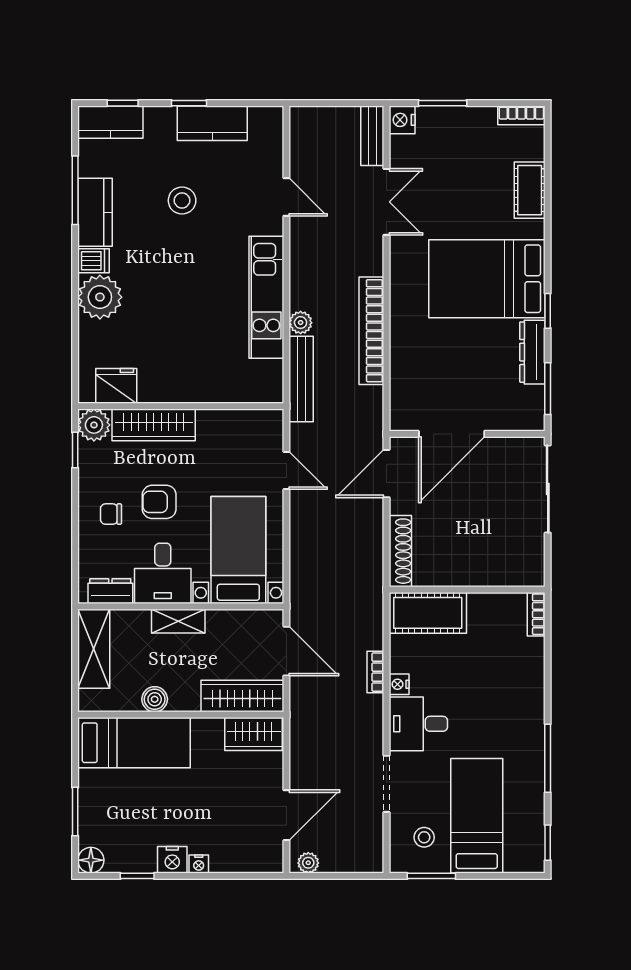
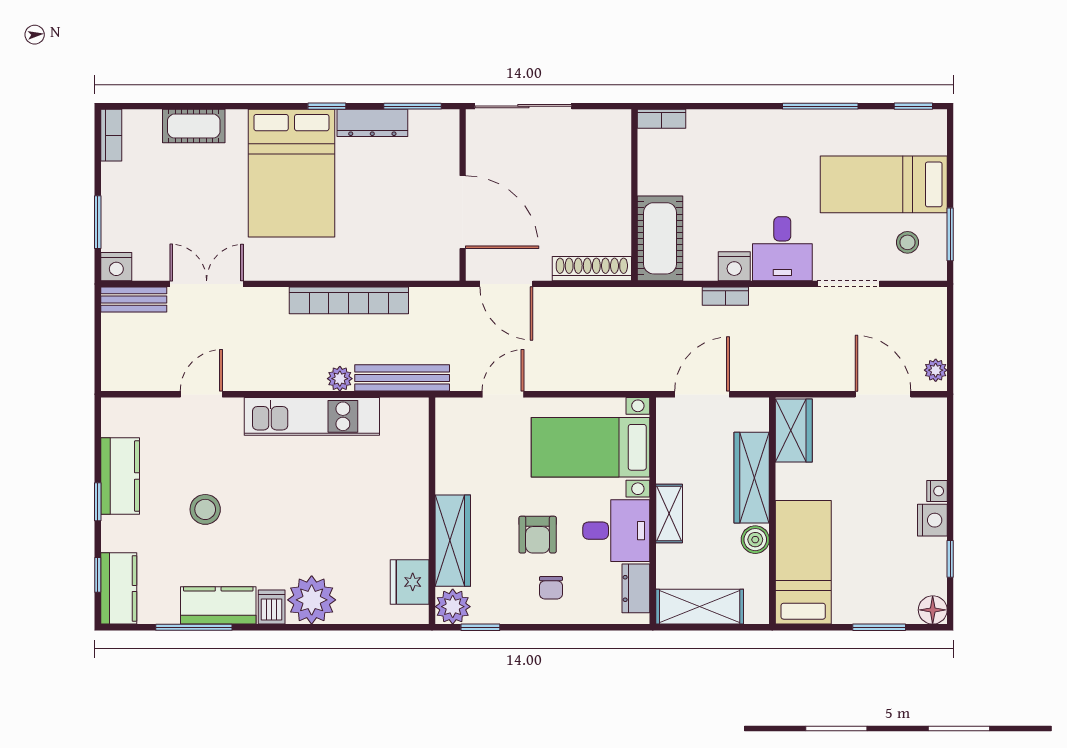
nightstand: (399, 684) -> (734, 266), width x1.39, depth x1.35
wardrobe: (242, 696) -> (752, 478), moved

